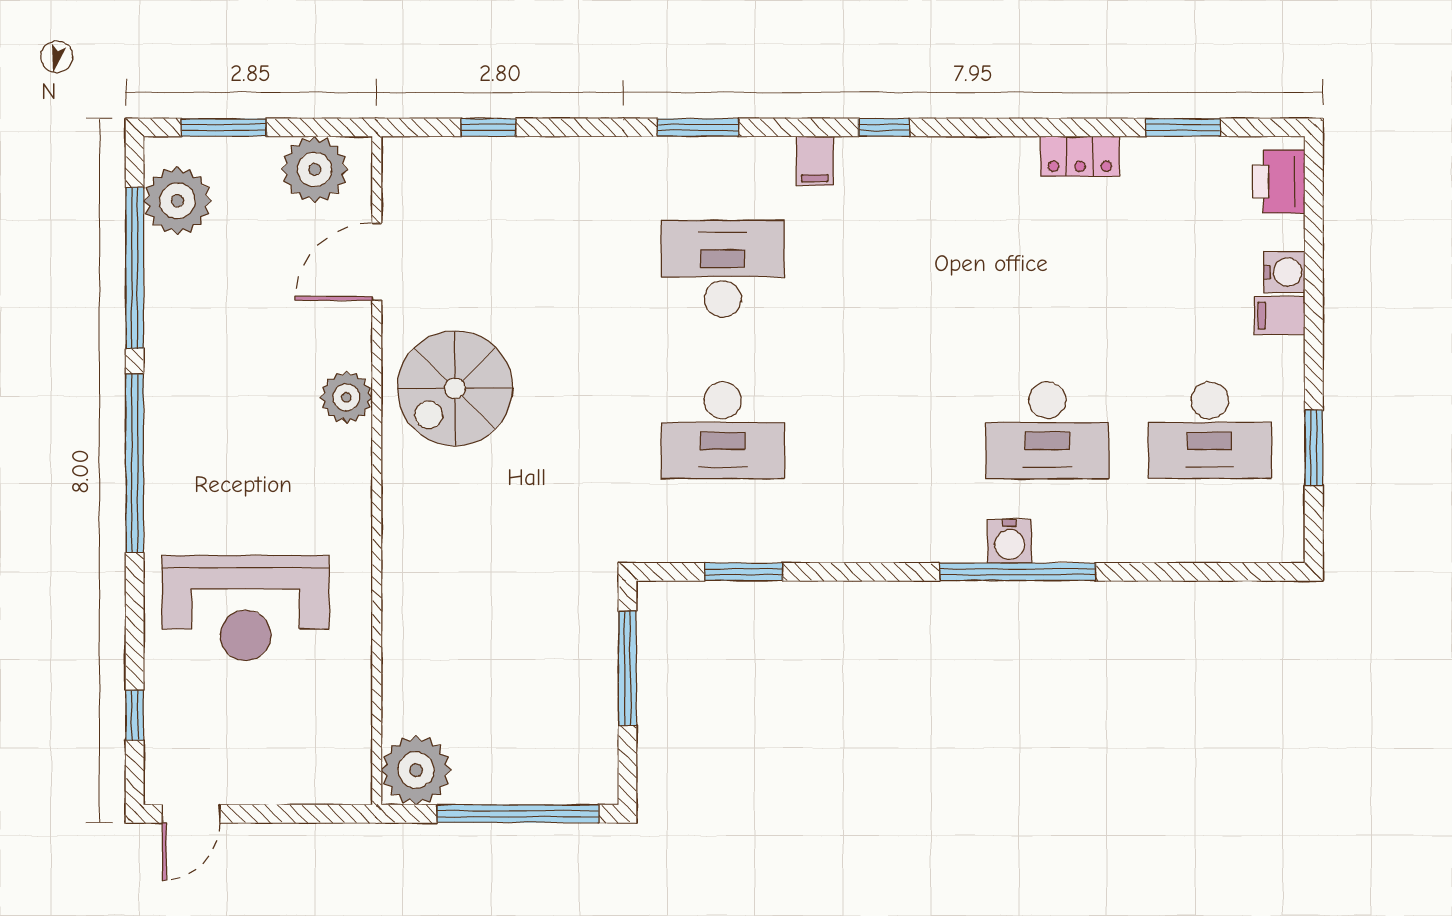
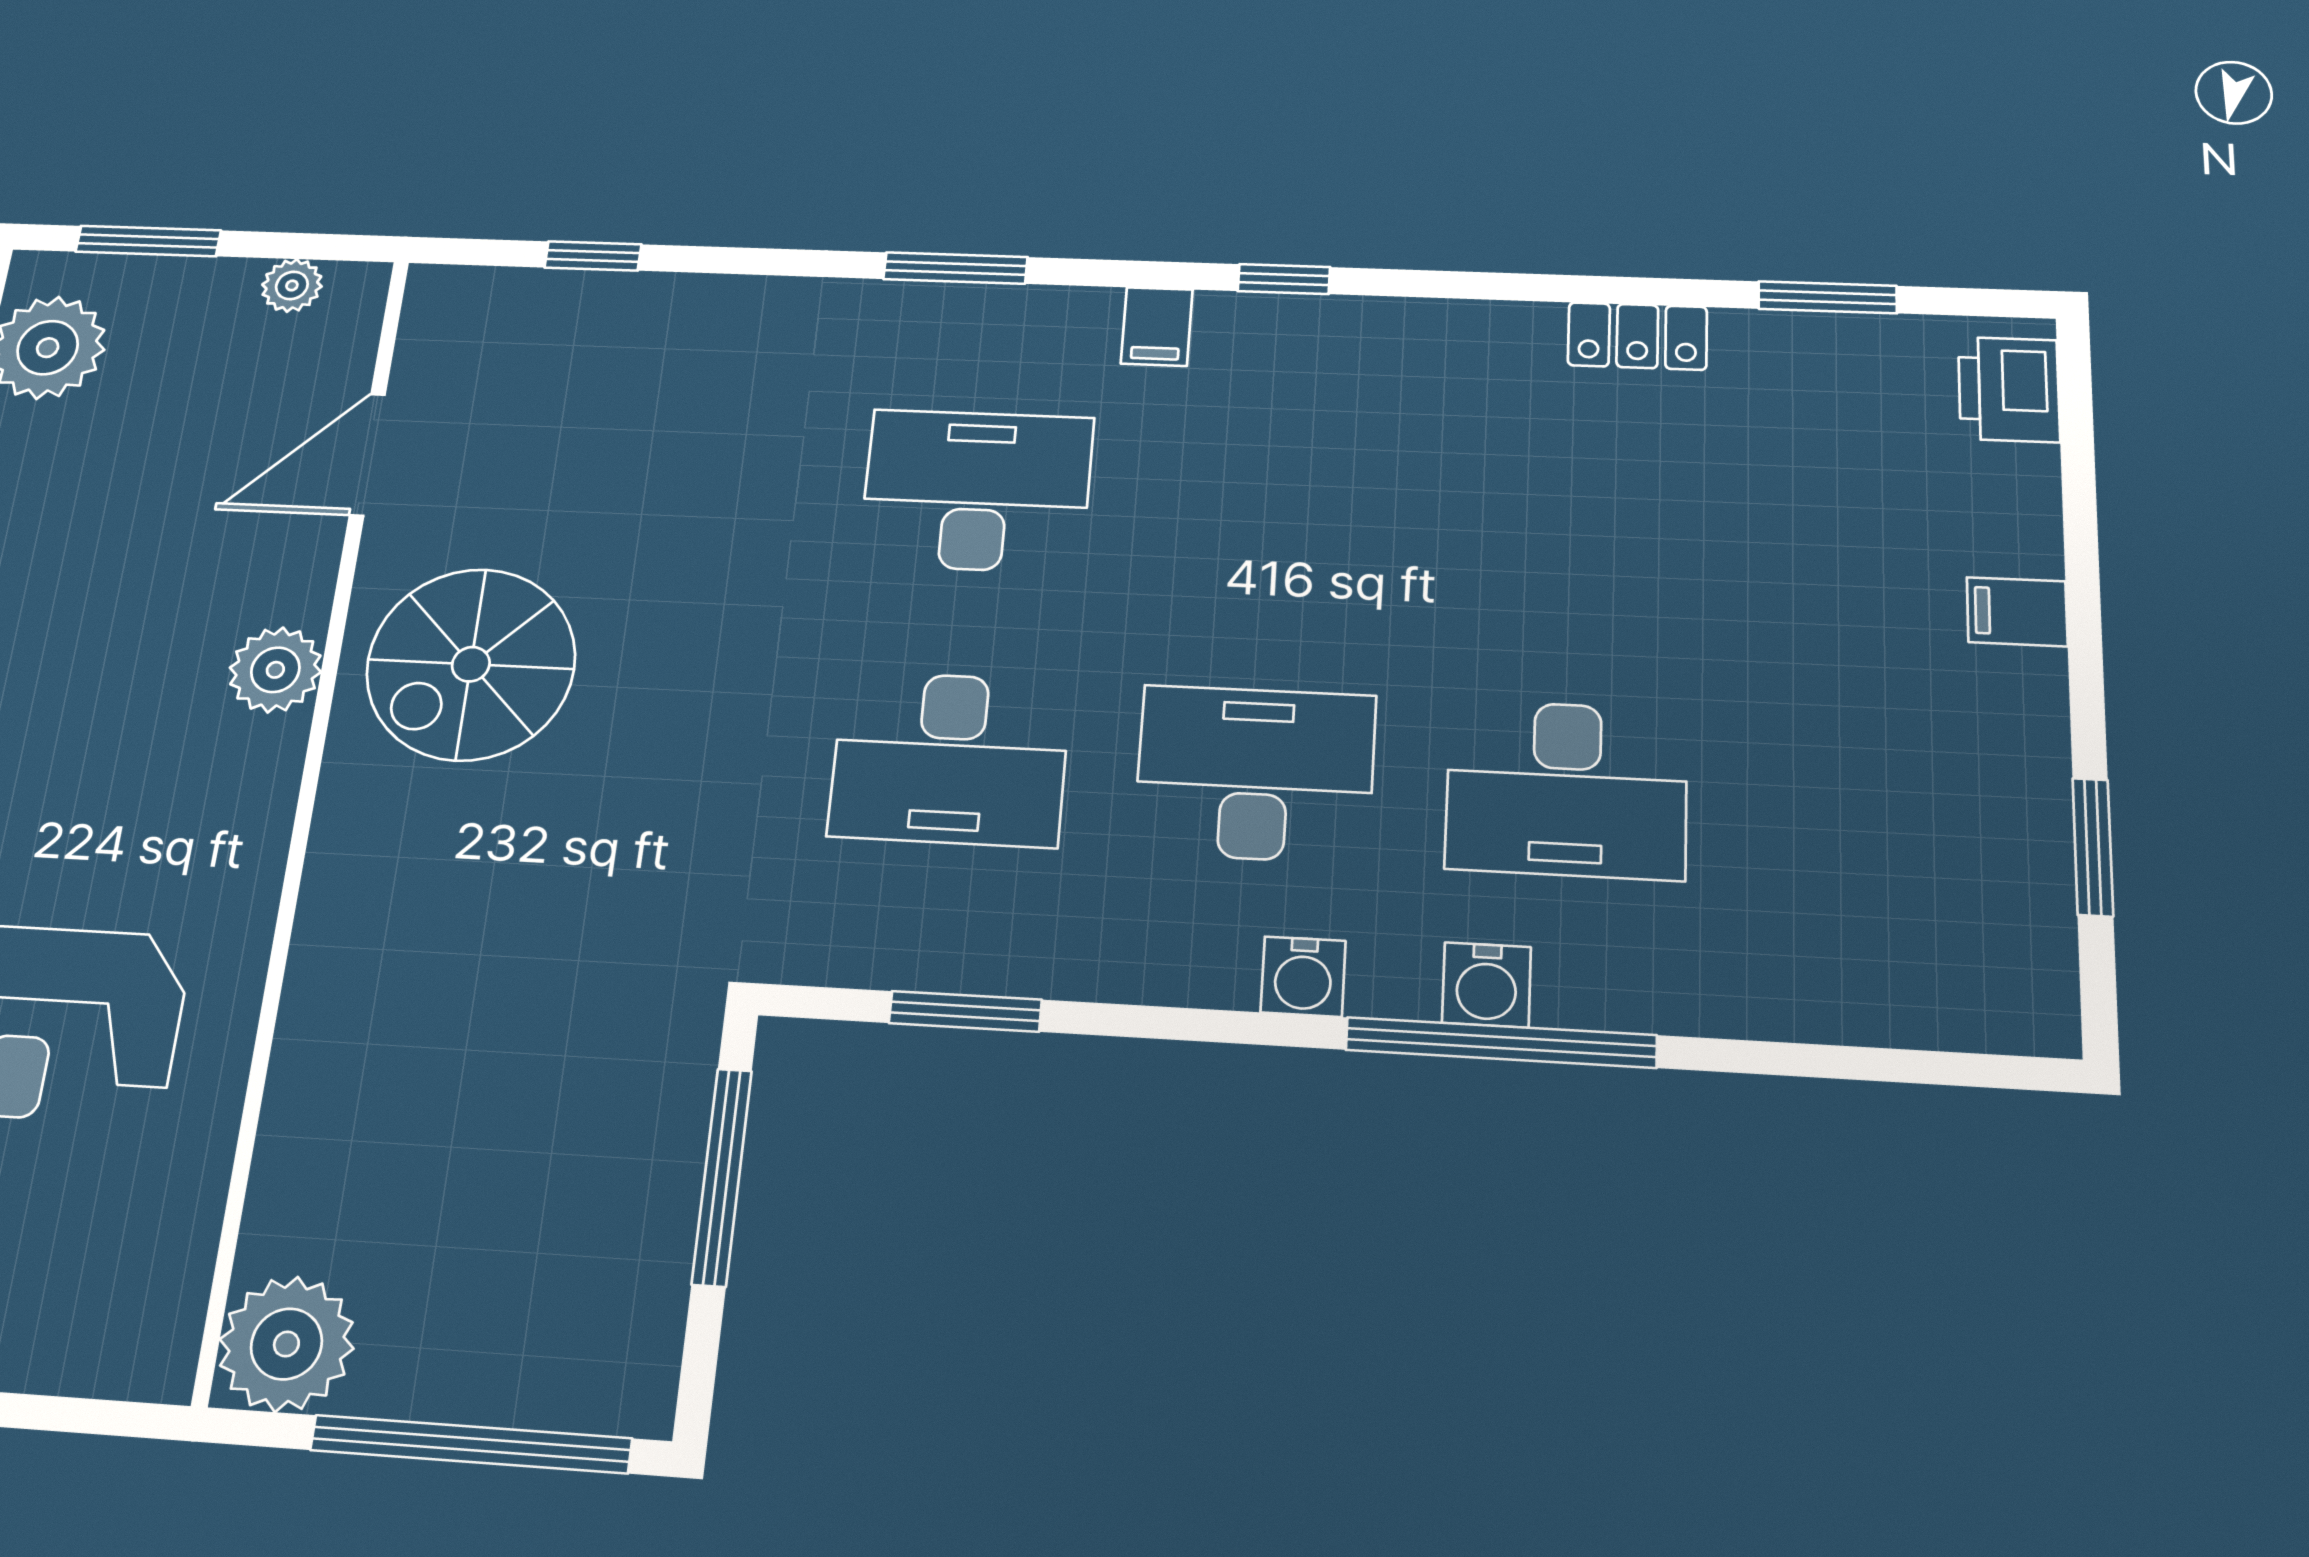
plant: (315, 169) -> (292, 285), width x0.53, depth x0.53
water cooler: (1284, 272) -> (1303, 977), moved, turned 90
desk: (1210, 430) -> (1255, 774), moved, turned 180

